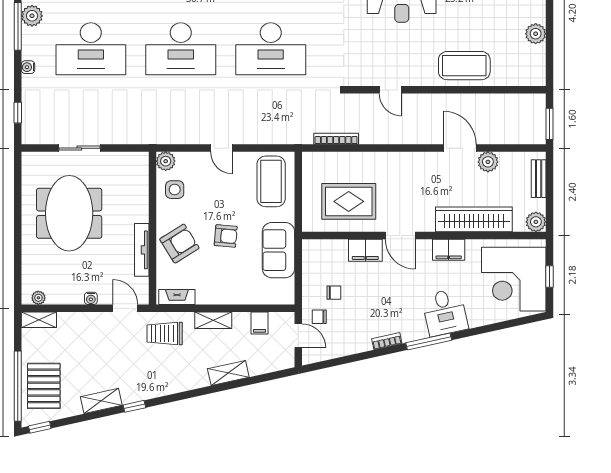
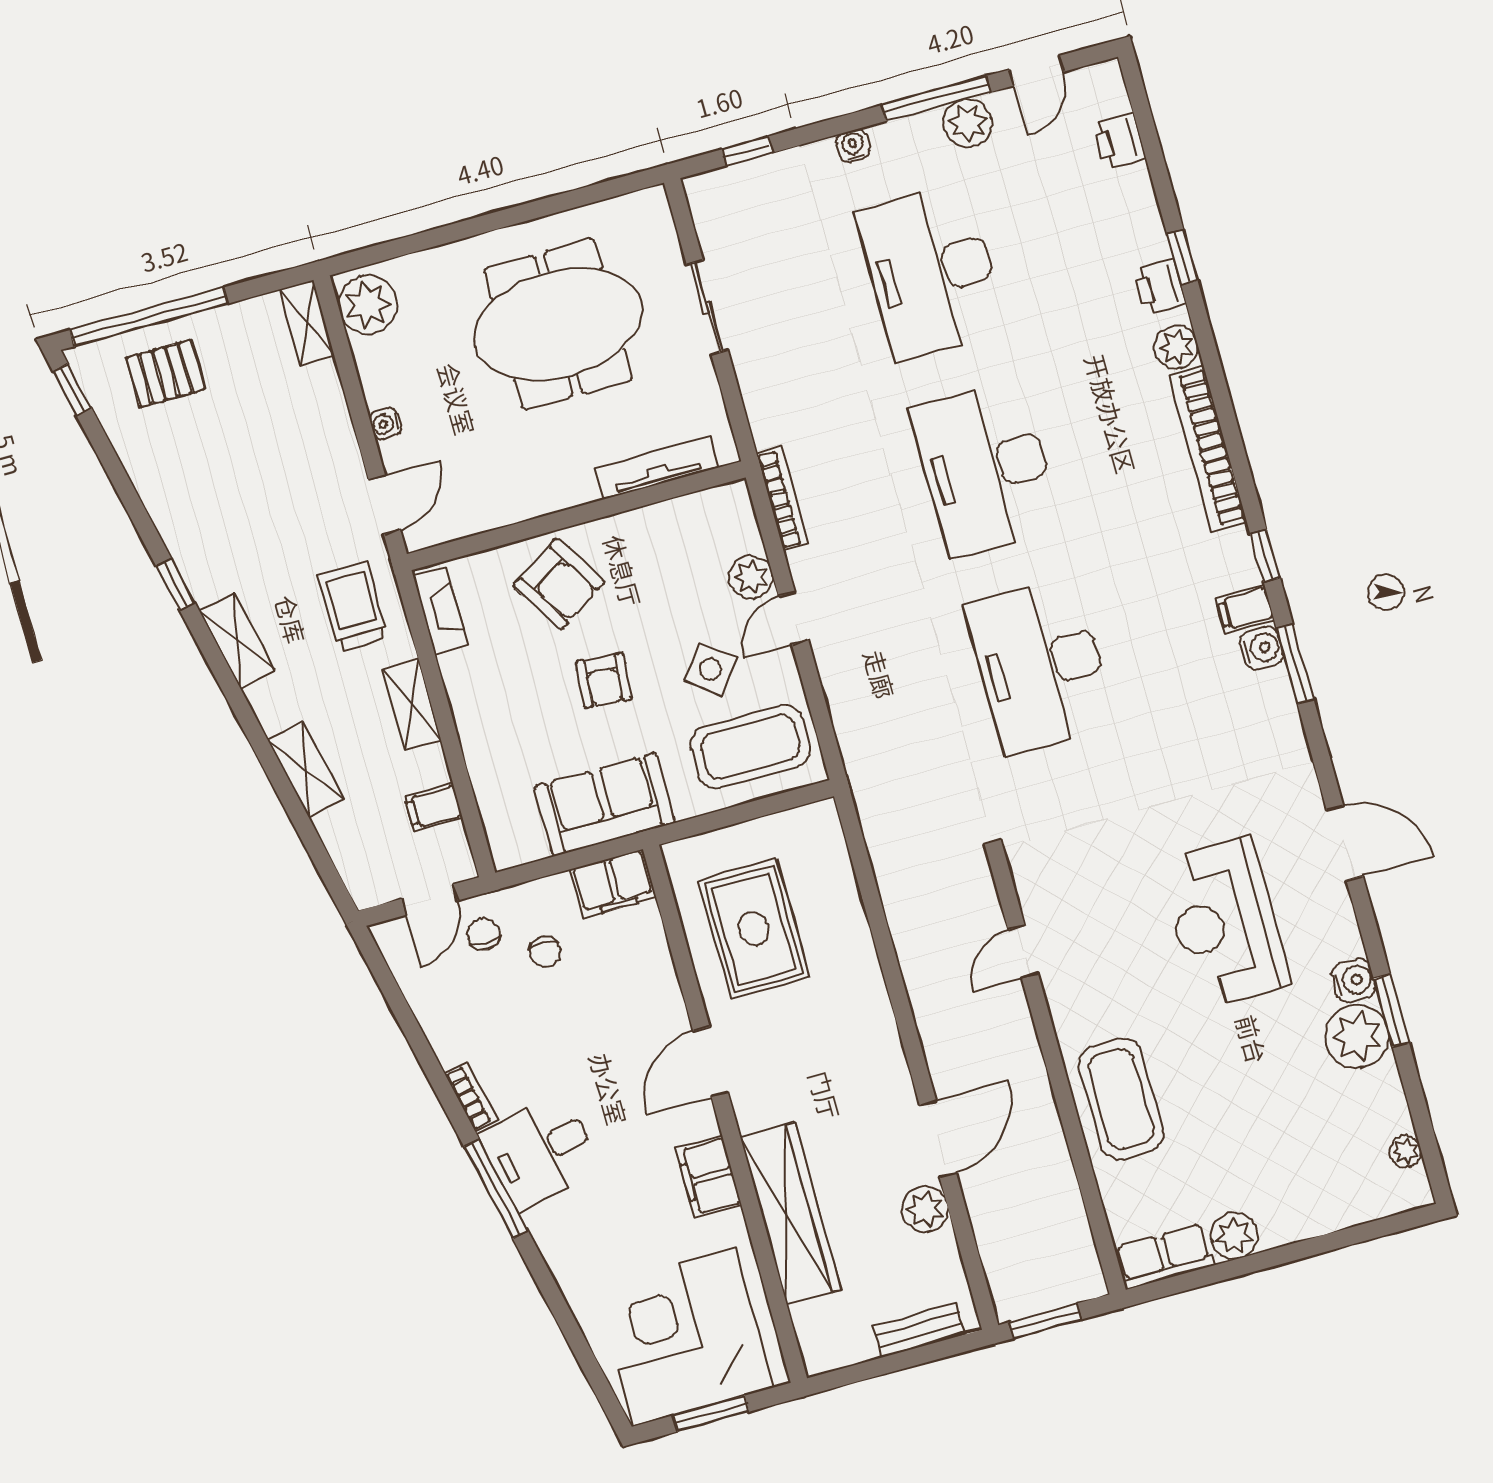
row of seats: (536, 66) -> (1164, 1256), added
bookcase: (336, 139) -> (782, 499), moved
plant: (166, 161) -> (751, 577), moved
side table: (175, 190) -> (710, 669), moved, turned 38
plant: (536, 222) -> (823, 1350), removed
tv unit: (142, 250) -> (656, 468), moved
filing cabinet: (365, 250) -> (613, 883), moved, turned -90
window: (550, 277) -> (711, 1413), width x1.50
plant: (38, 298) -> (368, 305), width x1.88, depth x1.88
desk: (445, 312) -> (541, 1151), moved
pallet: (44, 386) -> (165, 373), width x0.67, depth x0.71
shelving: (101, 401) -> (237, 640), moved

